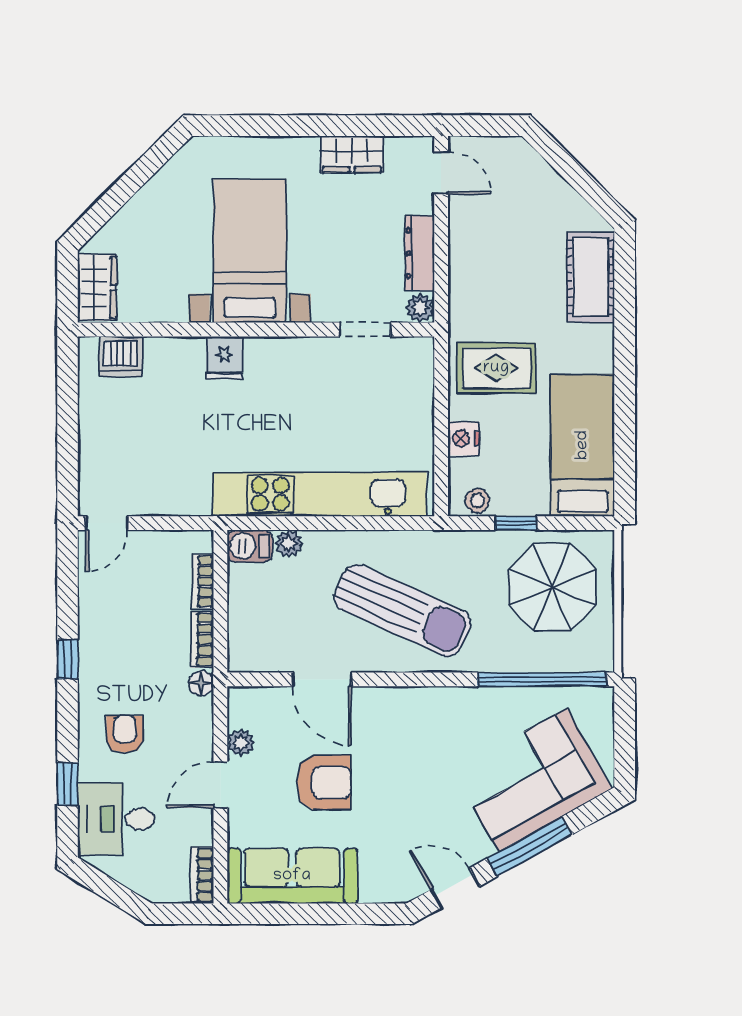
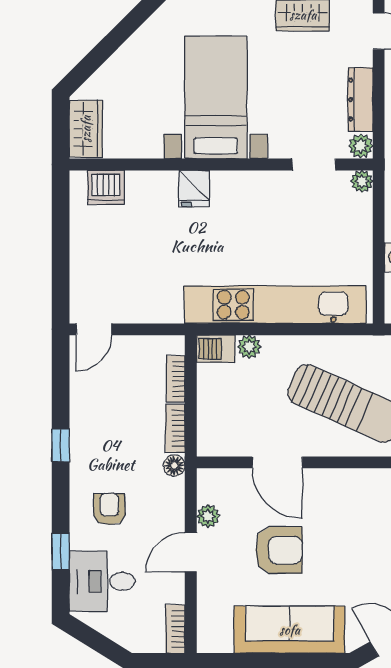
plant: (421, 349) -> (362, 181), added
sofa: (292, 876) -> (290, 630), moved

